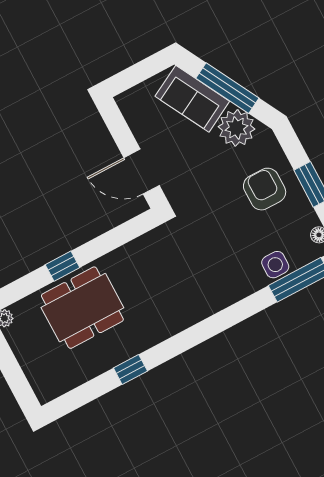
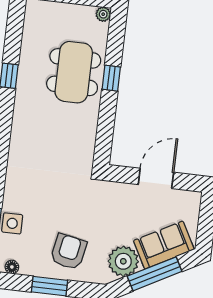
door: (142, 172) -> (156, 178), moved
armchair: (265, 189) -> (69, 252), turned -79

